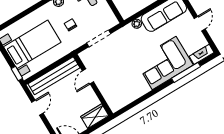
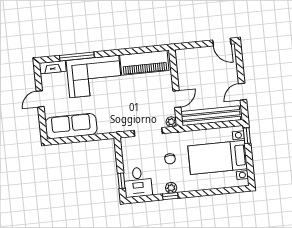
plant: (137, 24) -> (171, 122), moved
piano: (128, 93) -> (144, 63), added
wardrobe: (95, 116) -> (189, 56), removed

